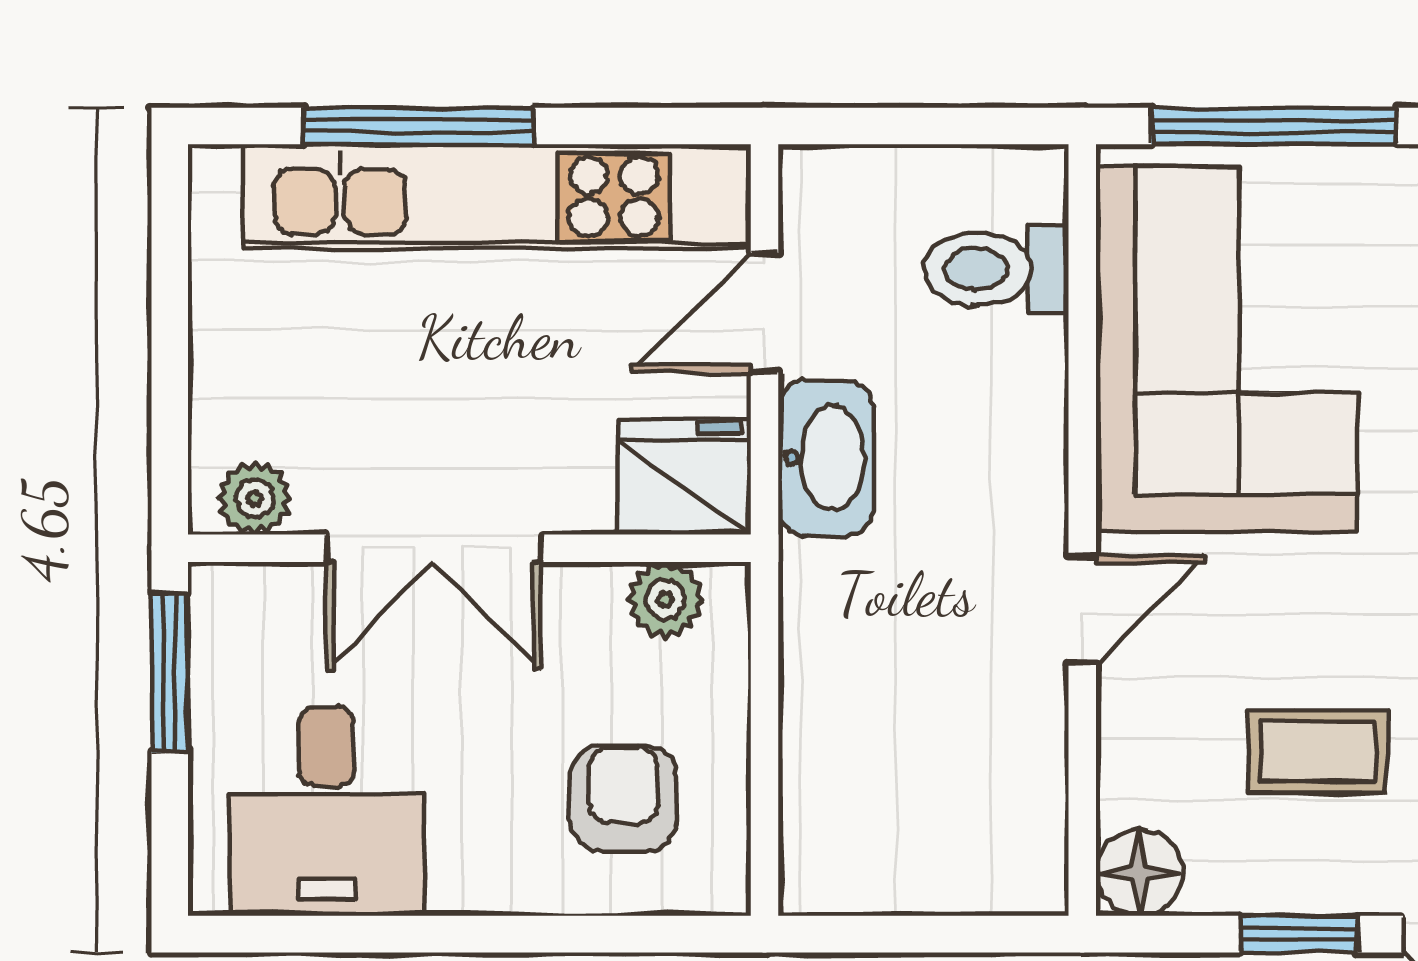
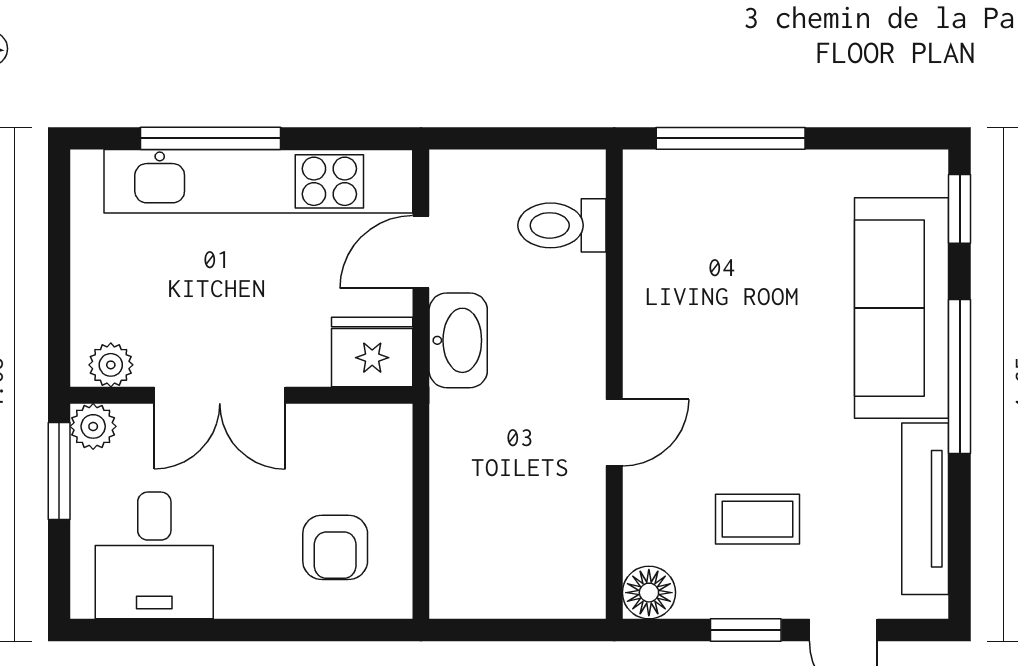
corner sofa: (1226, 349) -> (702, 274), removed
plant: (665, 600) -> (93, 426), moved
armchair: (623, 798) -> (335, 547), turned 180

